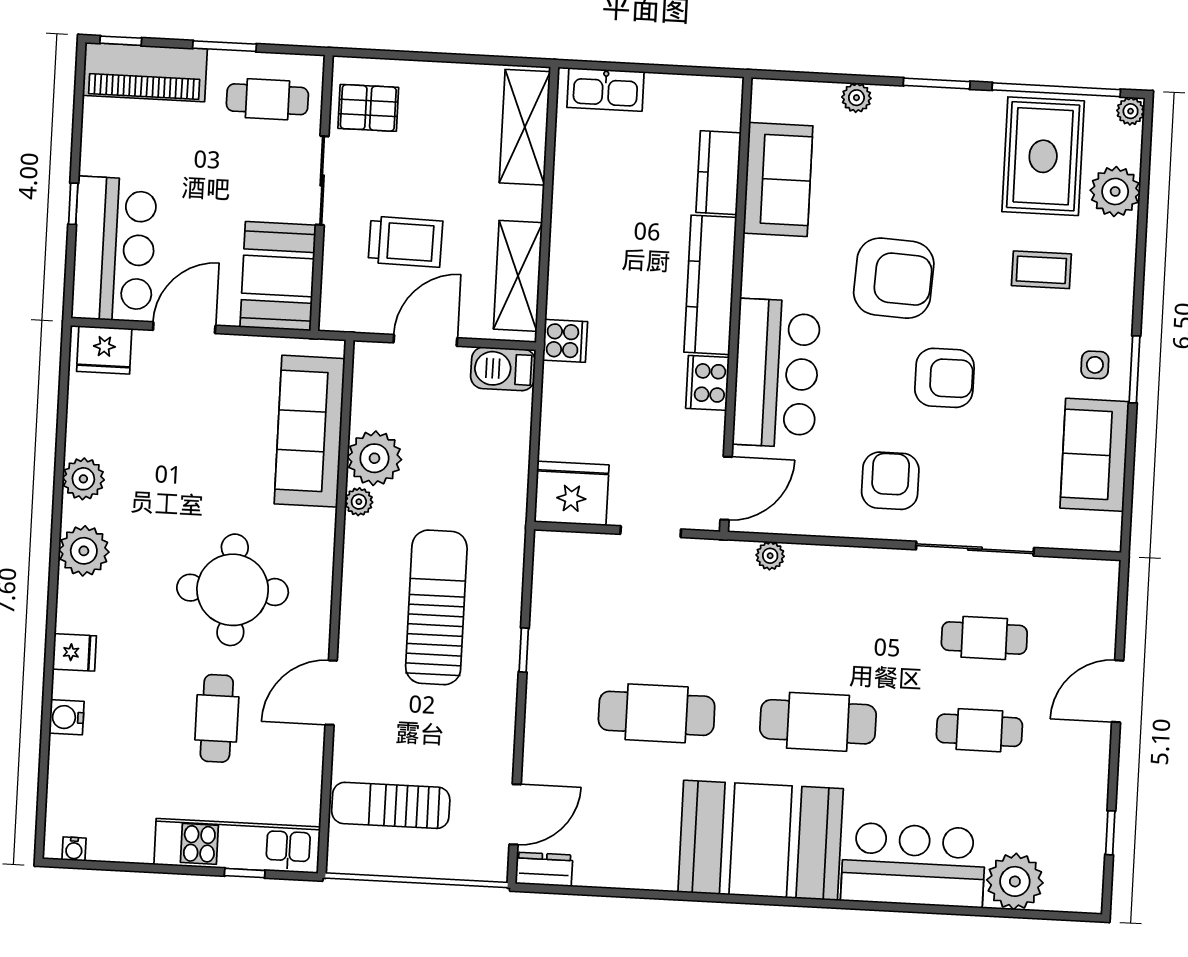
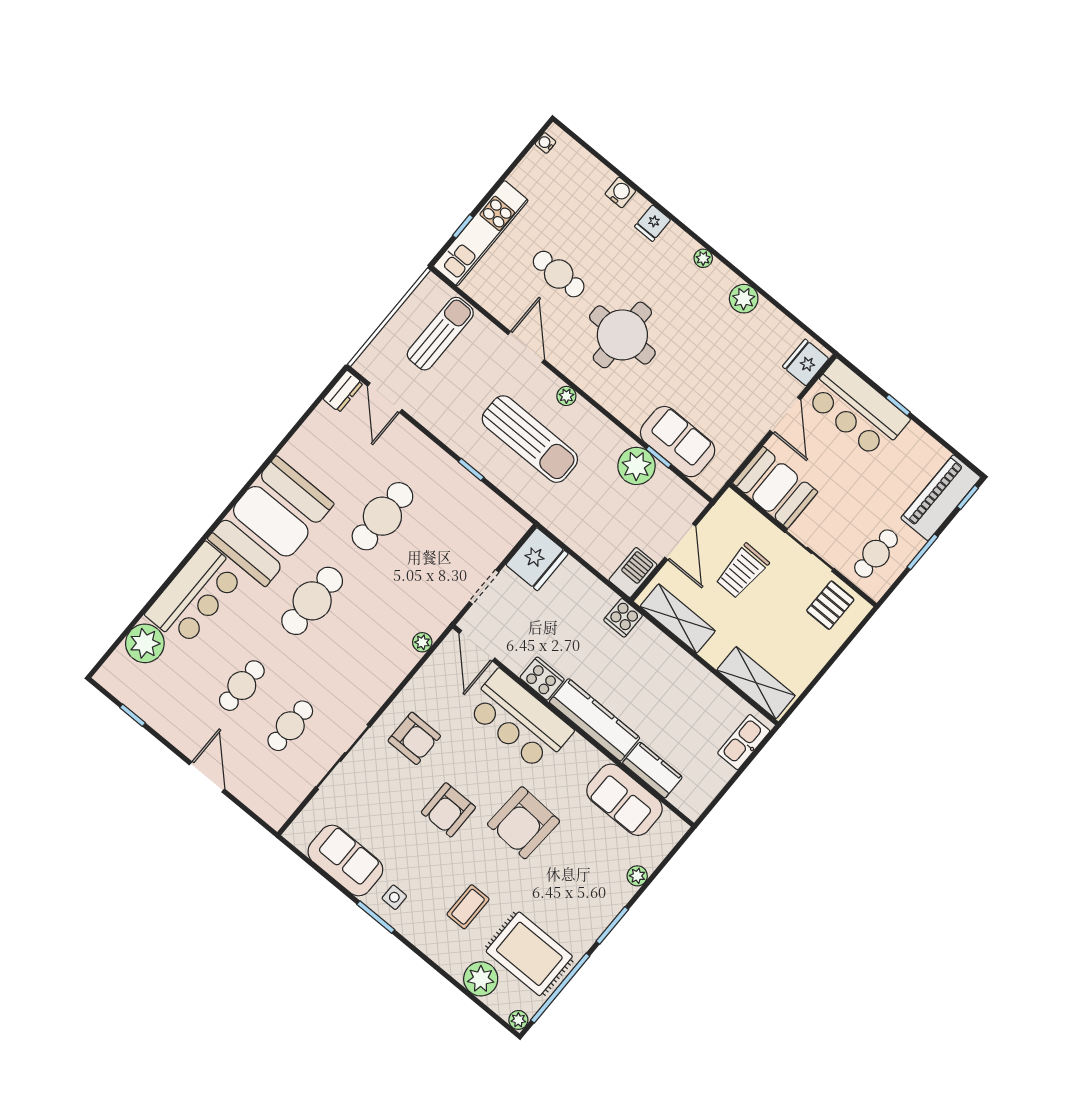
sofa: (310, 431) -> (678, 442), width x0.73
window: (344, 440) -> (659, 457), added
plant: (359, 502) -> (566, 396), moved
plant: (84, 551) -> (703, 258), width x0.53, depth x0.53

